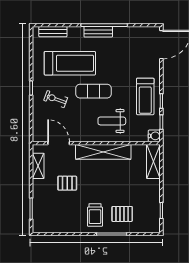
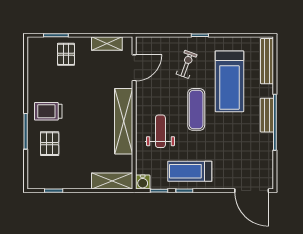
bench: (53, 32) -> (267, 61), width x1.36
pallet: (67, 183) -> (66, 54), moved

